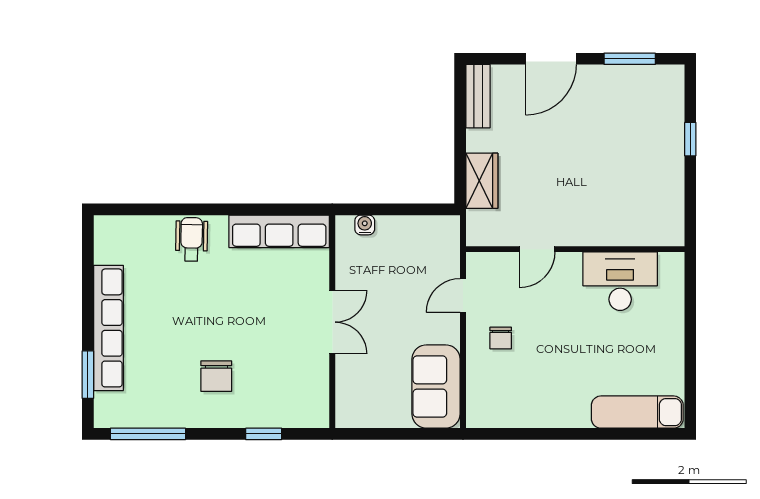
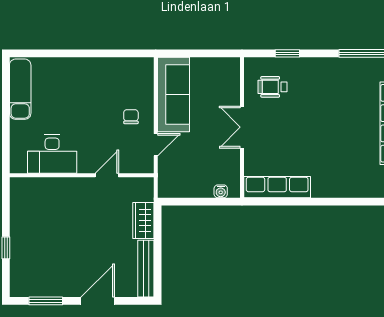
bench: (478, 96) -> (146, 269), width x1.36
wheelchair: (192, 239) -> (272, 87), moved, turned 89
chair: (216, 376) -> (319, 91), removed
sofa: (436, 387) -> (174, 95), width x1.36
exam couch: (637, 412) -> (20, 89), moved, turned -90

